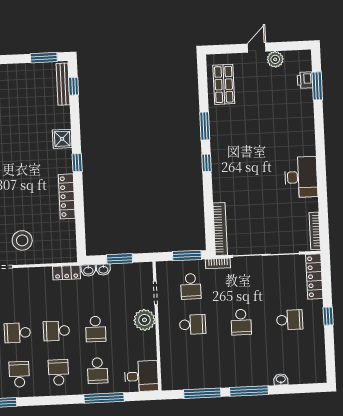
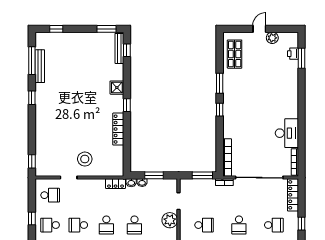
desk: (301, 177) -> (287, 133), moved
school desk: (191, 286) -> (204, 198), removed
school desk: (56, 331) -> (106, 225), turned -90

